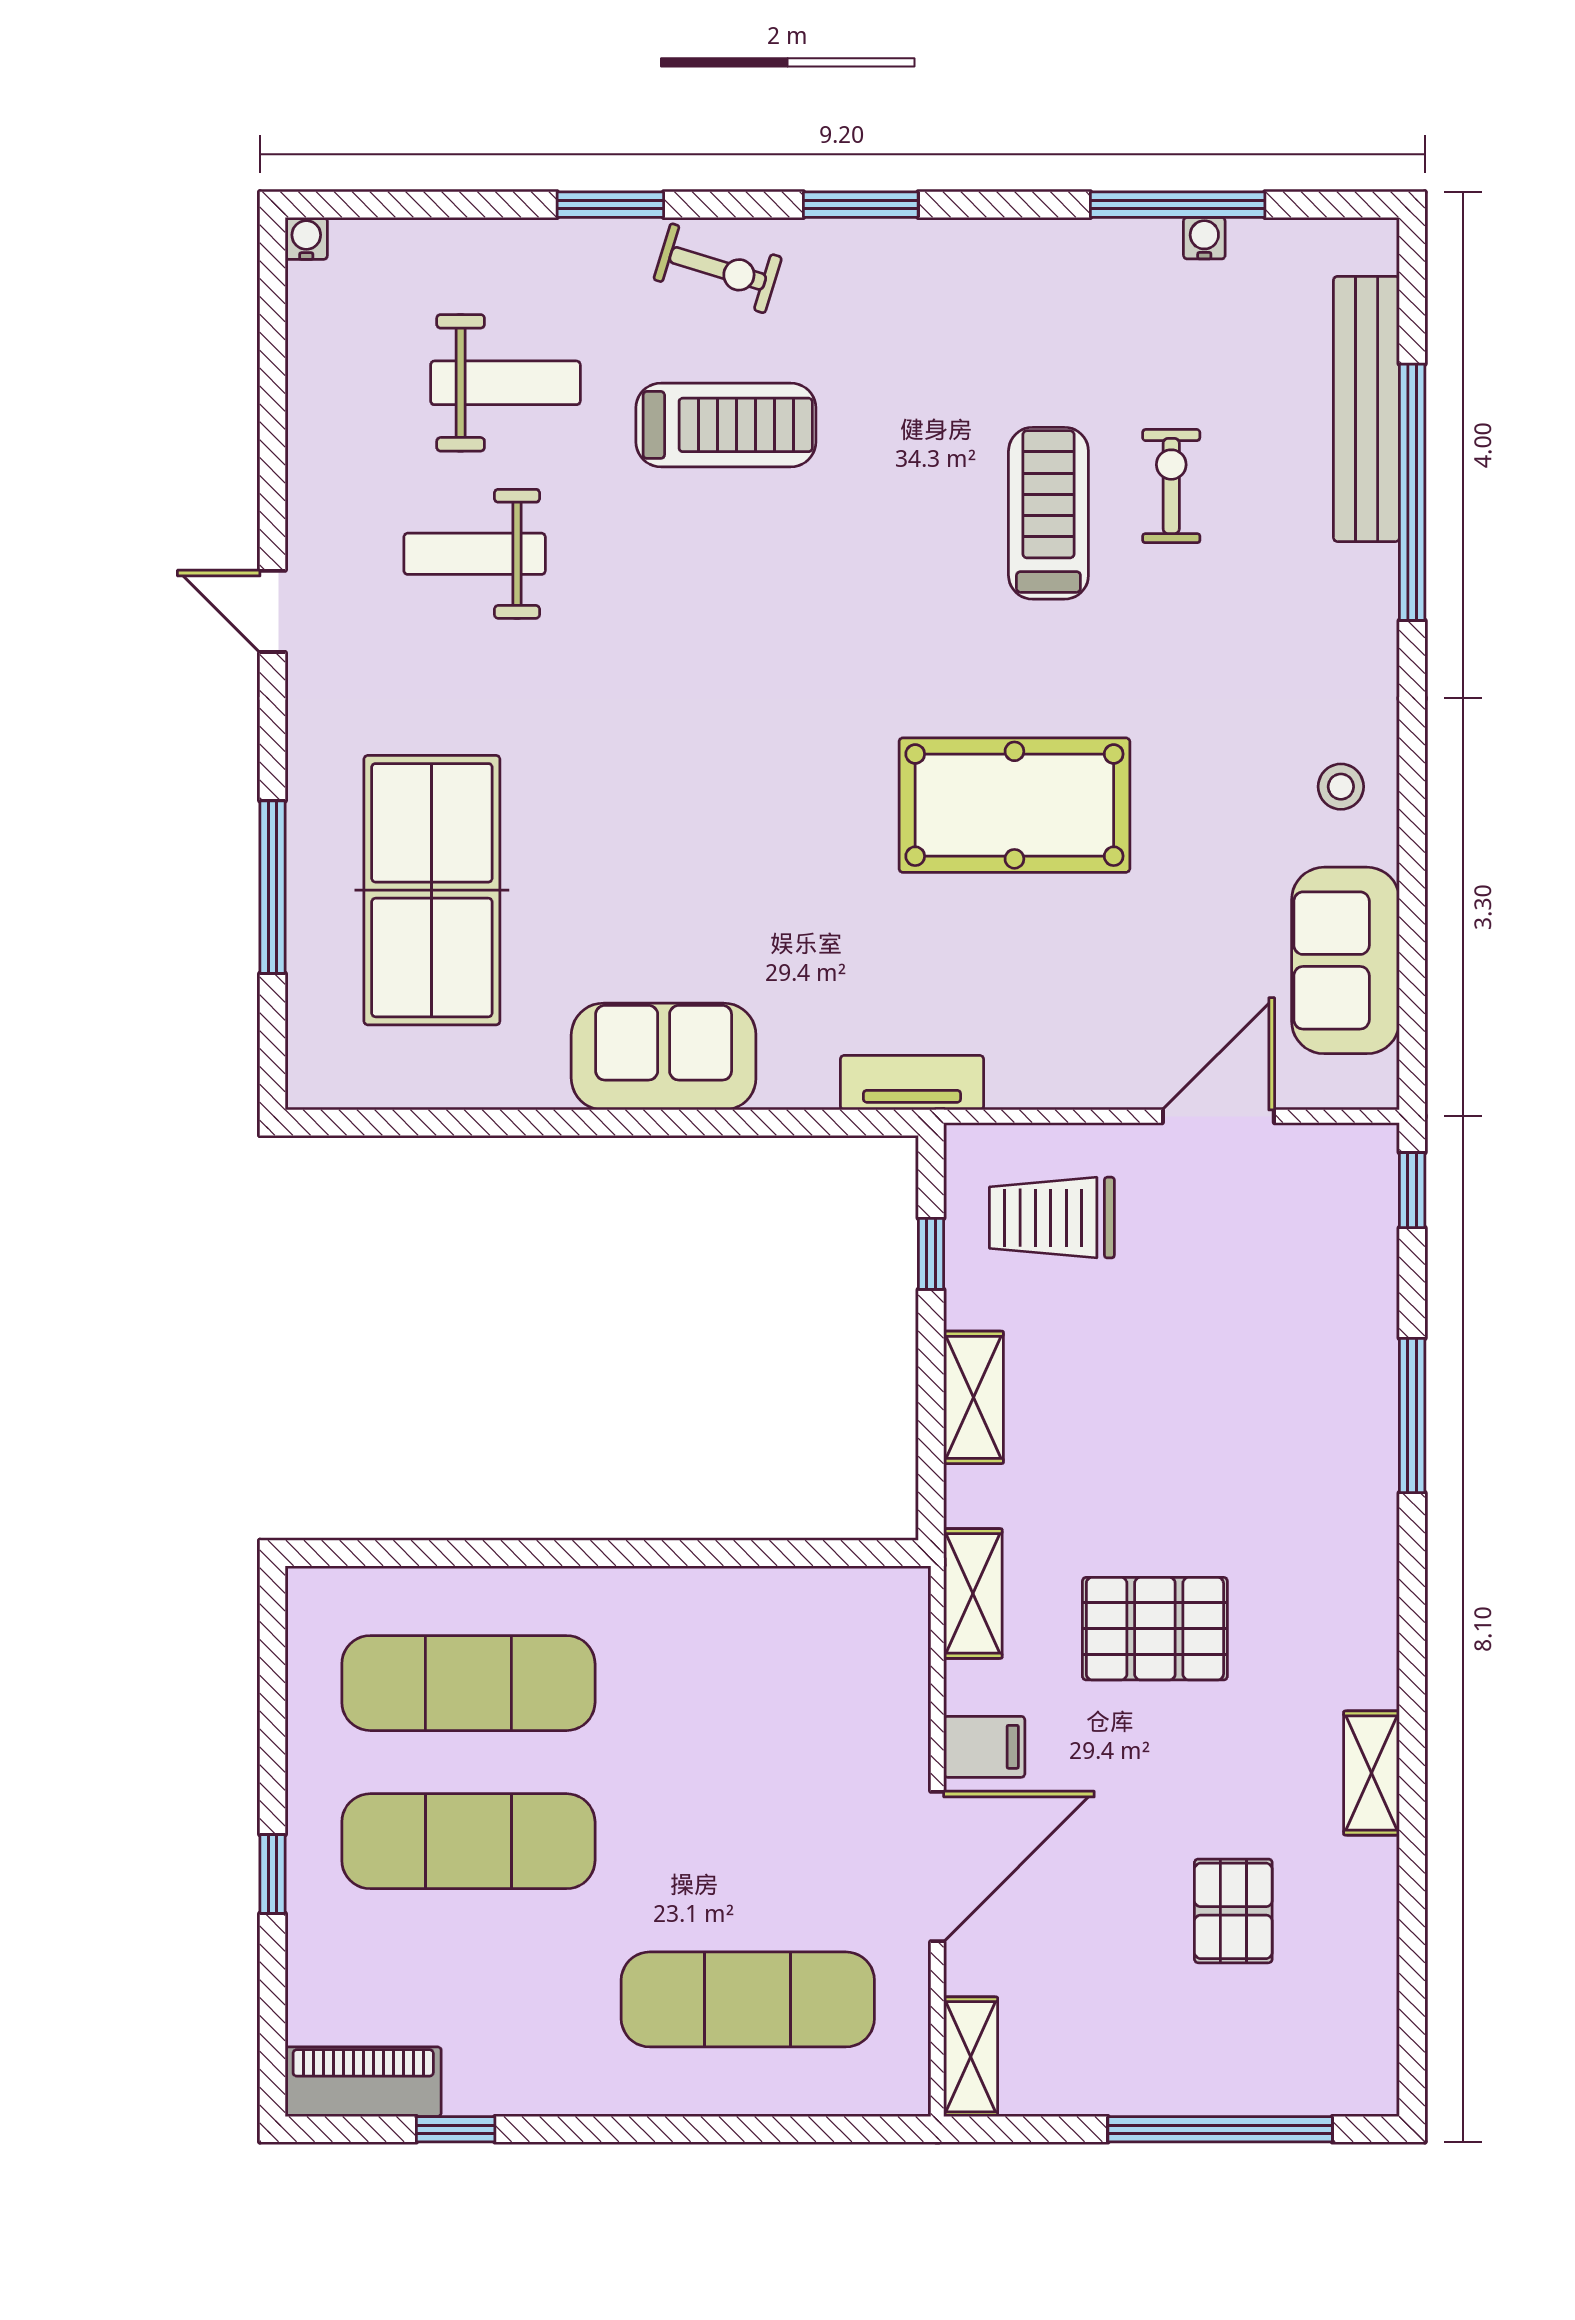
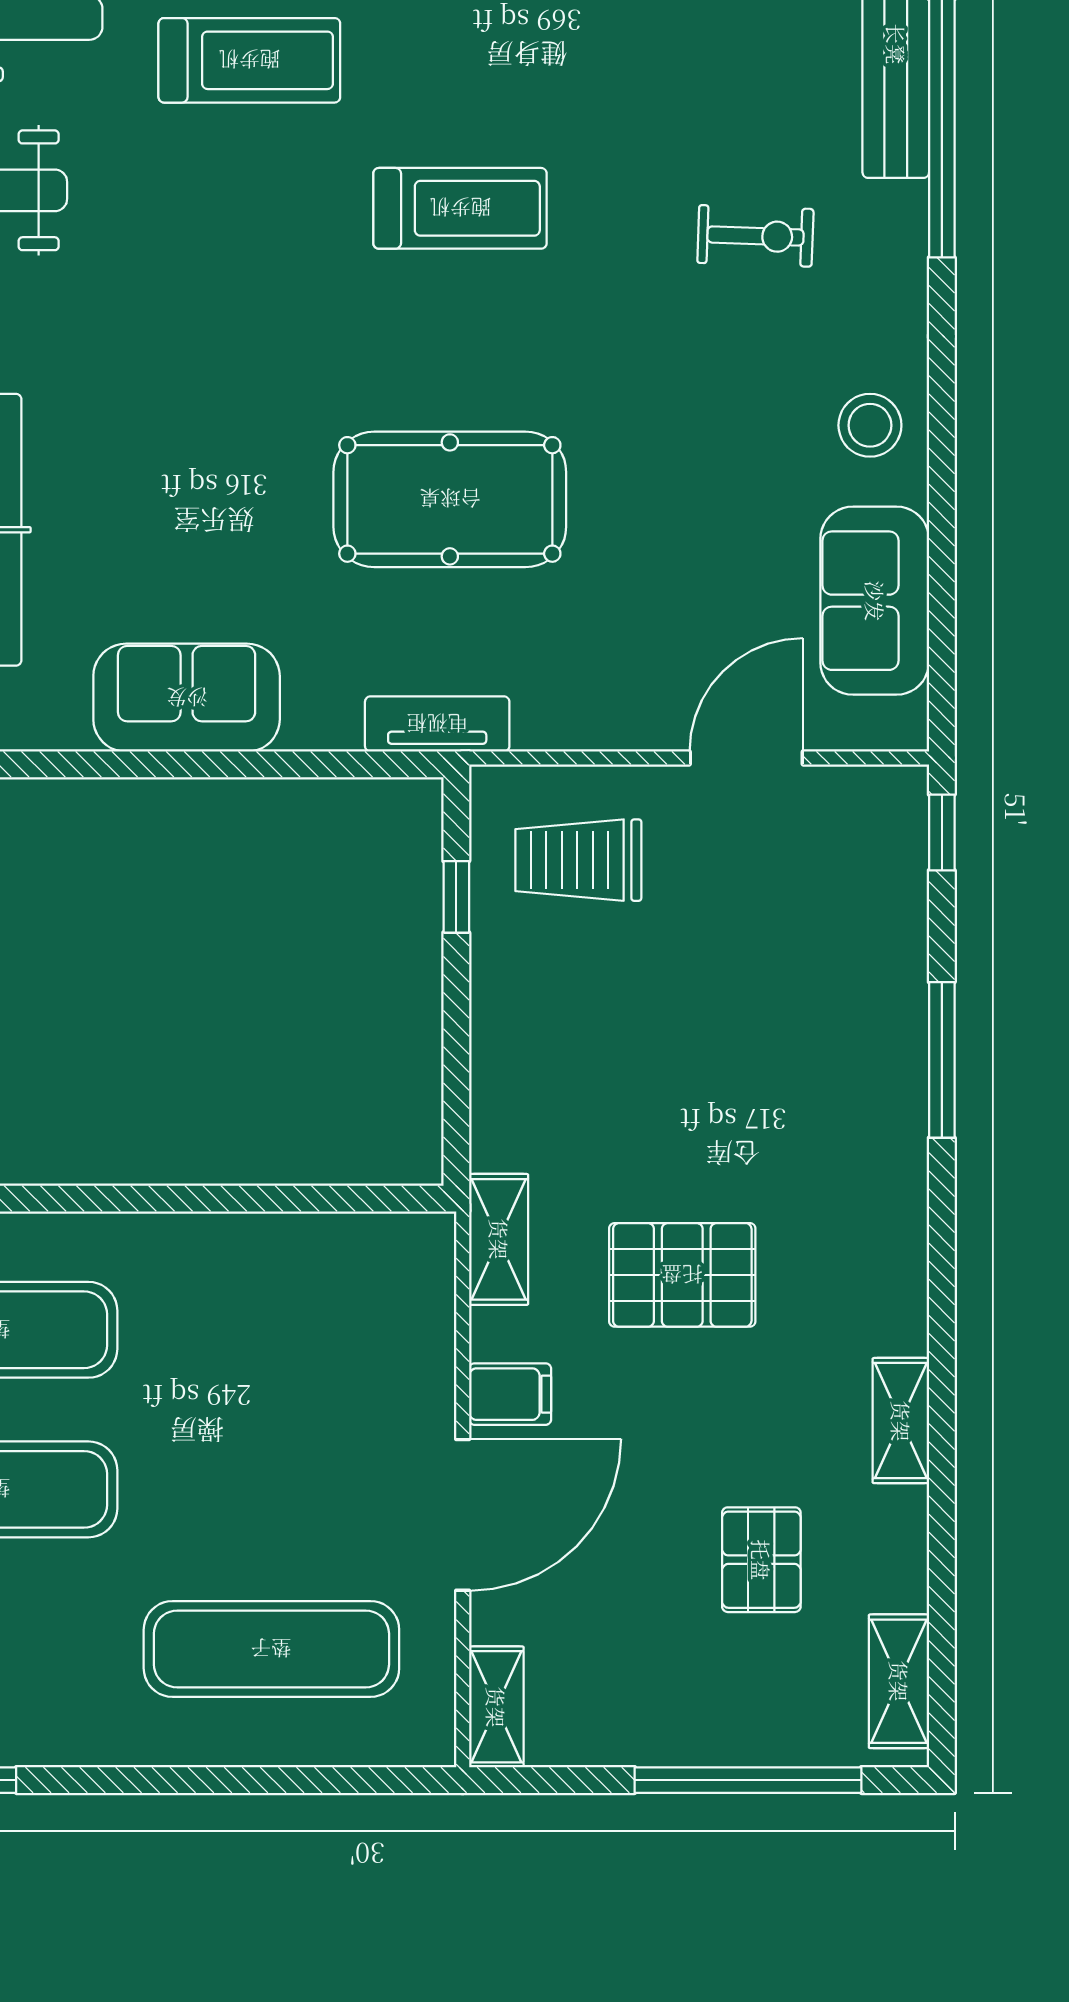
exercise bike: (1171, 486) -> (755, 236), moved, turned 92
treadmill: (1048, 513) -> (460, 208), moved, turned 90
stool: (1341, 787) -> (870, 425), width x1.37, depth x1.37
pool table: (1014, 805) -> (450, 499), moved
shelving: (973, 1397) -> (899, 1681), moved

